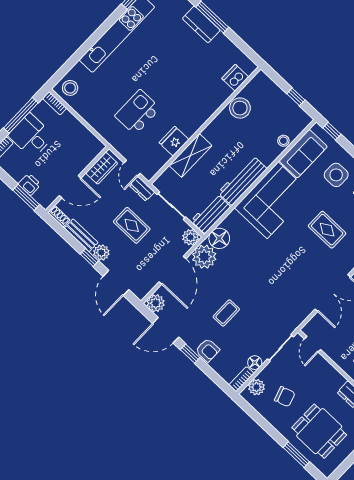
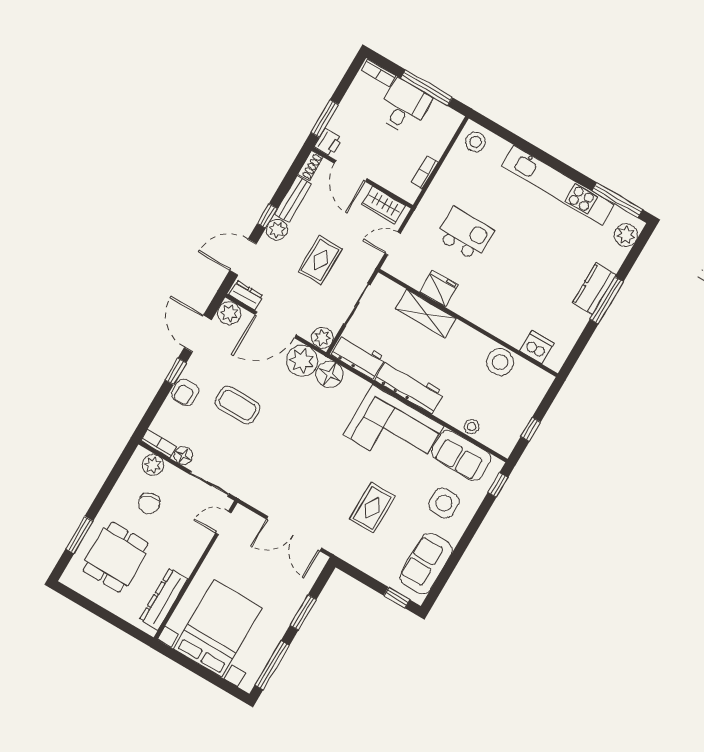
bookcase: (55, 103) -> (425, 172), moved
printer: (30, 184) -> (328, 142), moved
dresser: (142, 189) -> (246, 295), moved, turned 90
coffee table: (226, 313) -> (237, 405), width x1.36, depth x1.30

